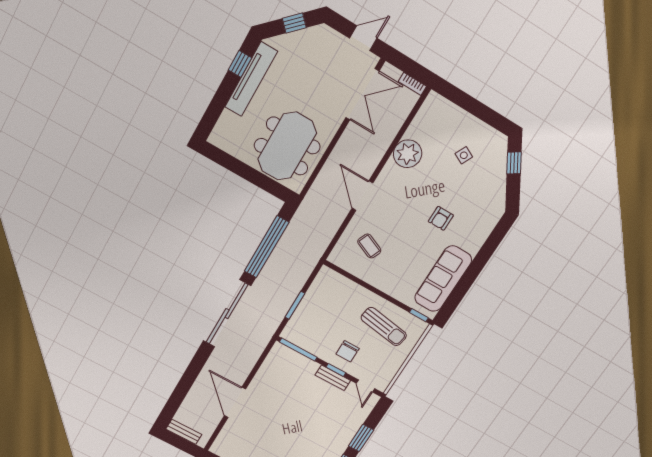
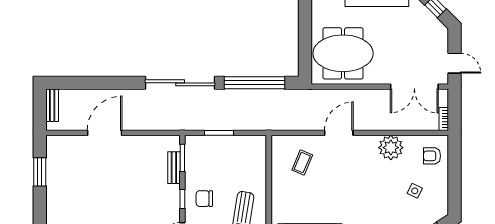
armchair: (441, 218) -> (432, 156), moved
window: (298, 350) -> (182, 158), width x0.69
bench: (333, 378) -> (174, 168), moved

